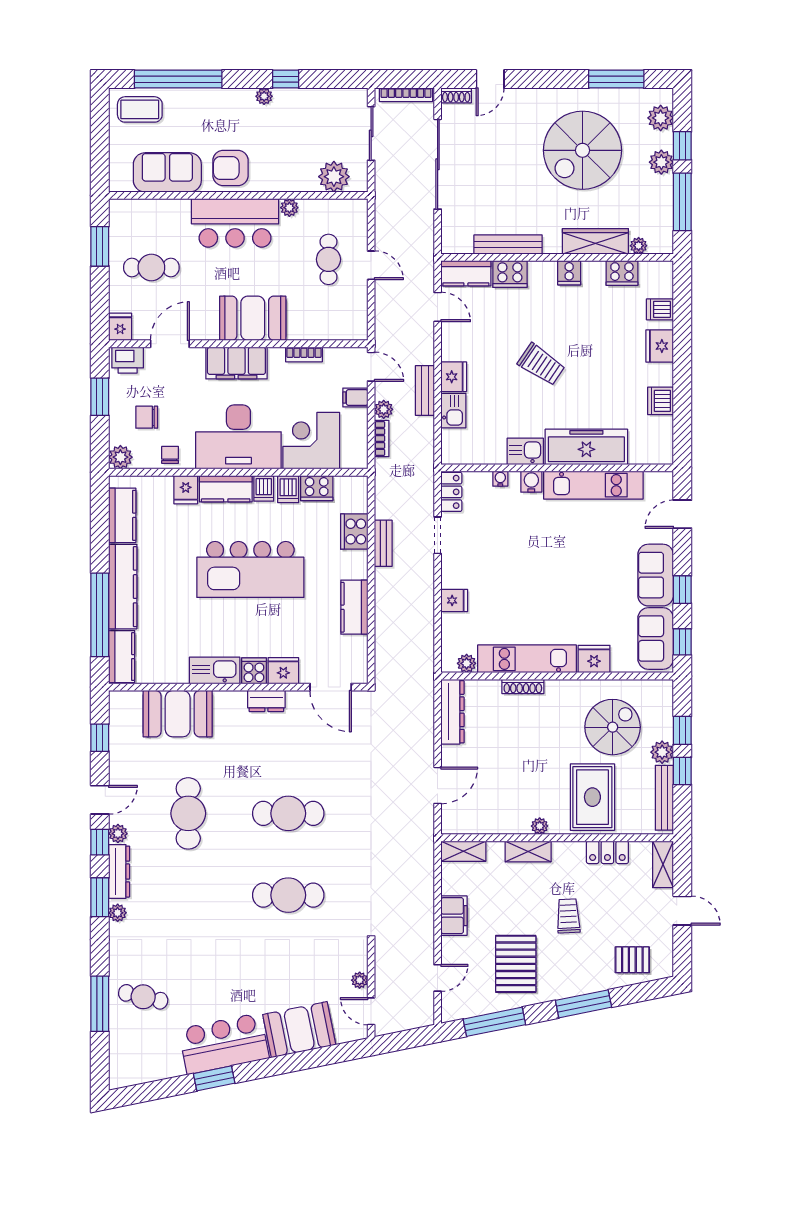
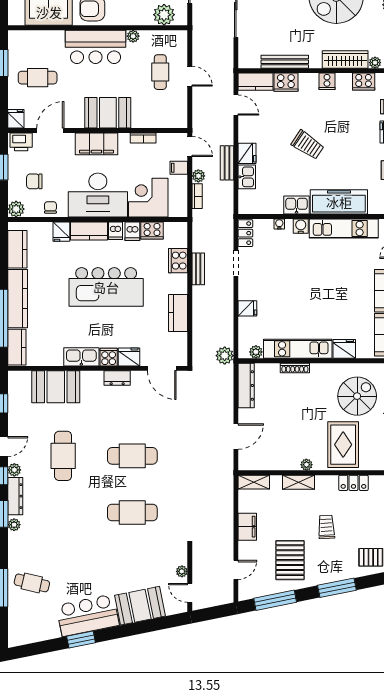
plant: (421, 669) -> (225, 356), added

